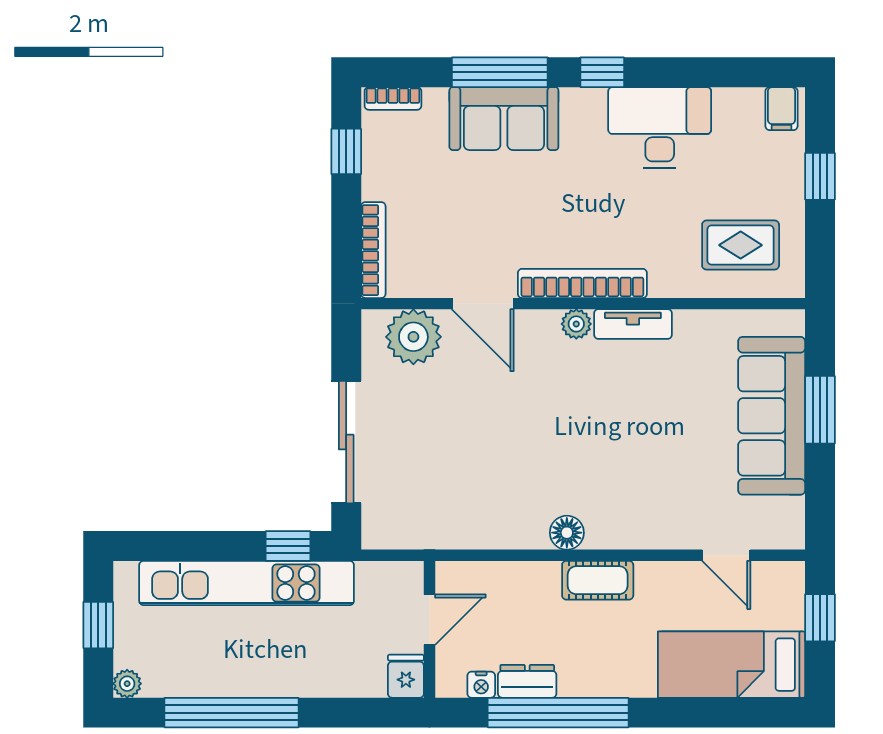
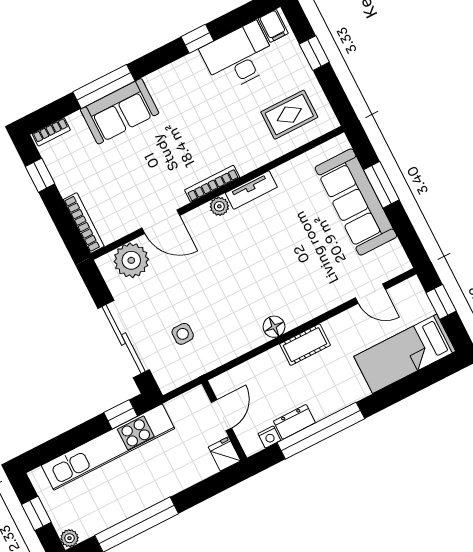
window: (602, 72) -> (197, 39), moved
desk: (660, 127) -> (239, 57), moved
bookcase: (582, 283) -> (212, 184), width x0.68, depth x0.76
side table: (433, 477) -> (183, 334), added

